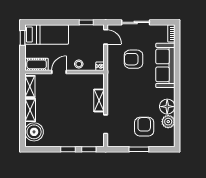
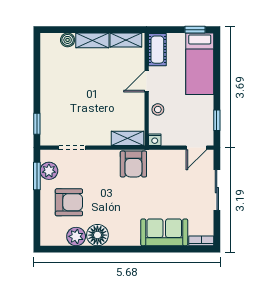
armchair: (134, 59) -> (133, 164), moved, turned 180
sofa: (165, 65) -> (164, 232), width x0.73
door: (59, 72) -> (147, 81), swing flipped
shelving: (99, 100) -> (128, 138), moved
boiler: (34, 132) -> (68, 40), width x0.54, depth x0.54
plant: (122, 141) -> (49, 171), added
window: (68, 149) -> (37, 94), removed
window: (139, 149) -> (37, 176), moved

